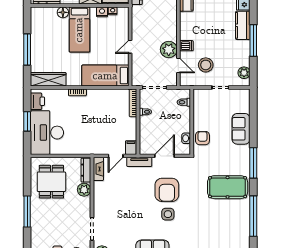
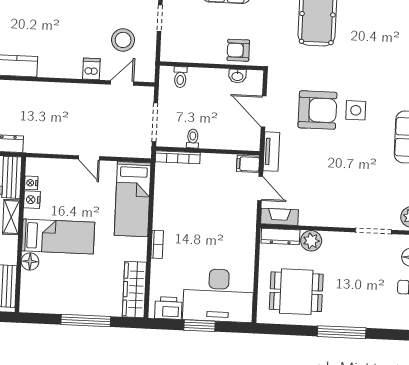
plant: (169, 49) -> (96, 97), removed

